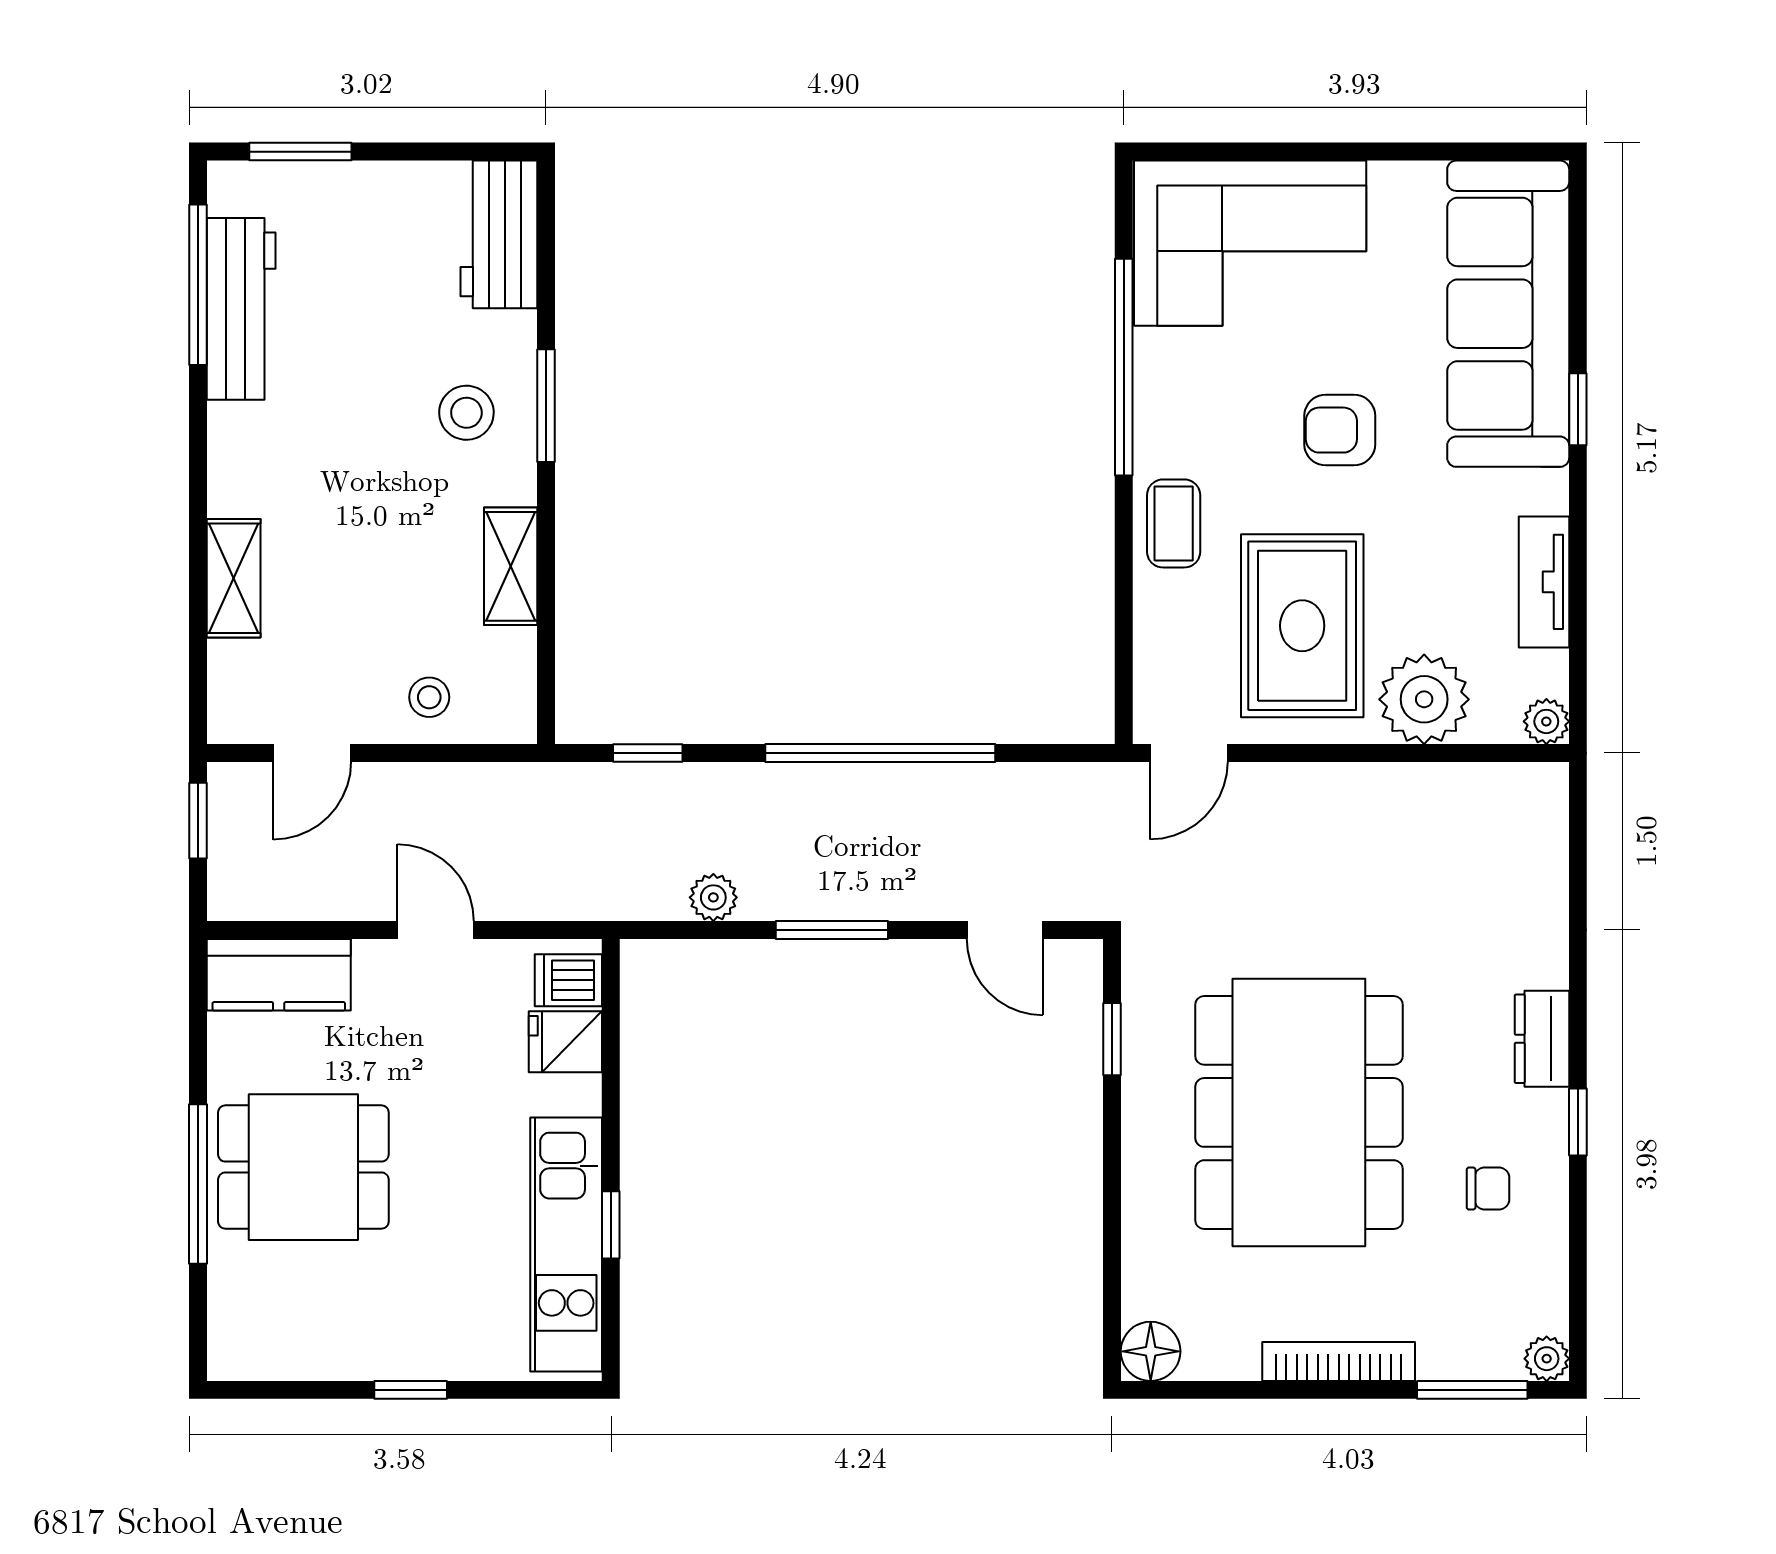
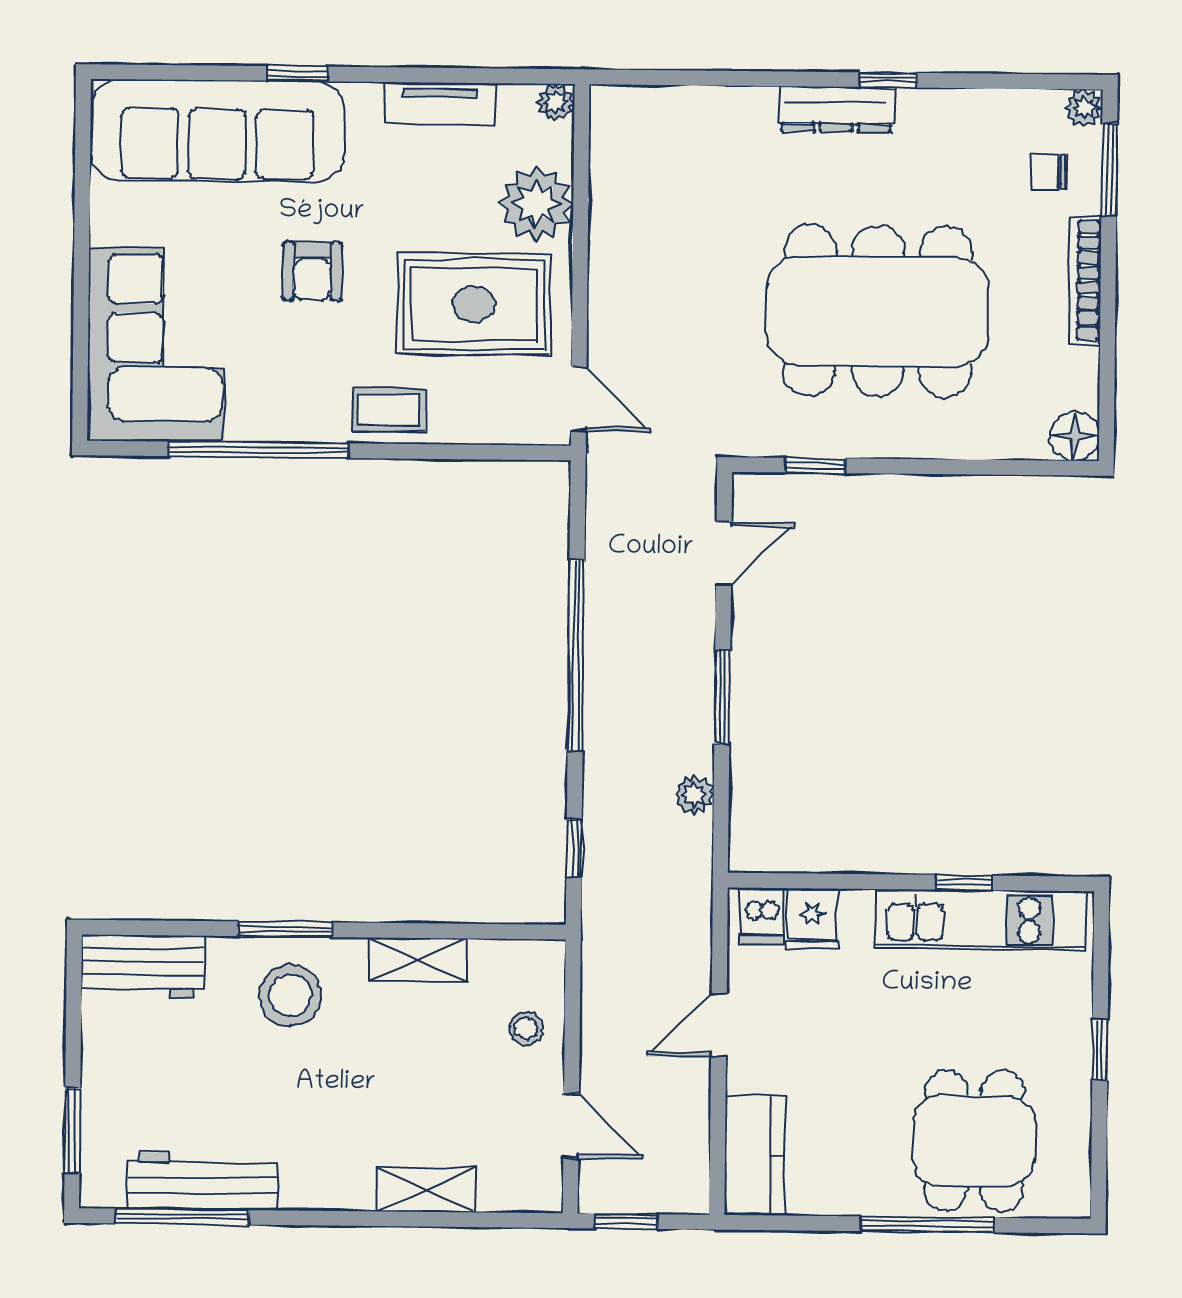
stool: (466, 413) -> (290, 995), width x1.38, depth x1.38
dresser: (1542, 1039) -> (836, 109), width x1.44
dining table: (303, 1167) -> (974, 1141), moved
chair: (1488, 1188) -> (1049, 172), moved, turned -90

